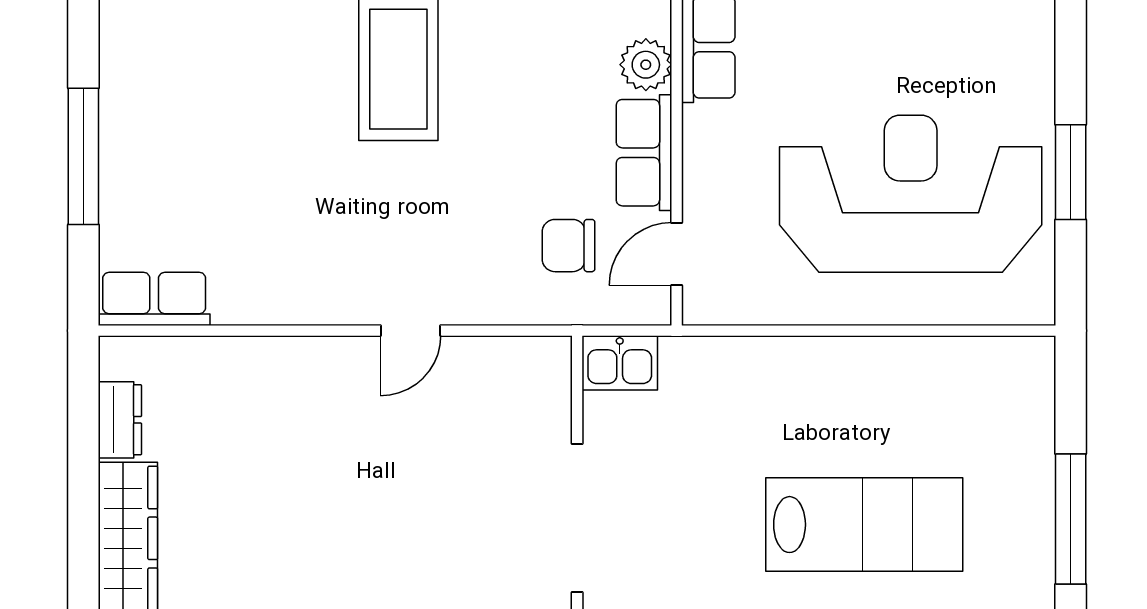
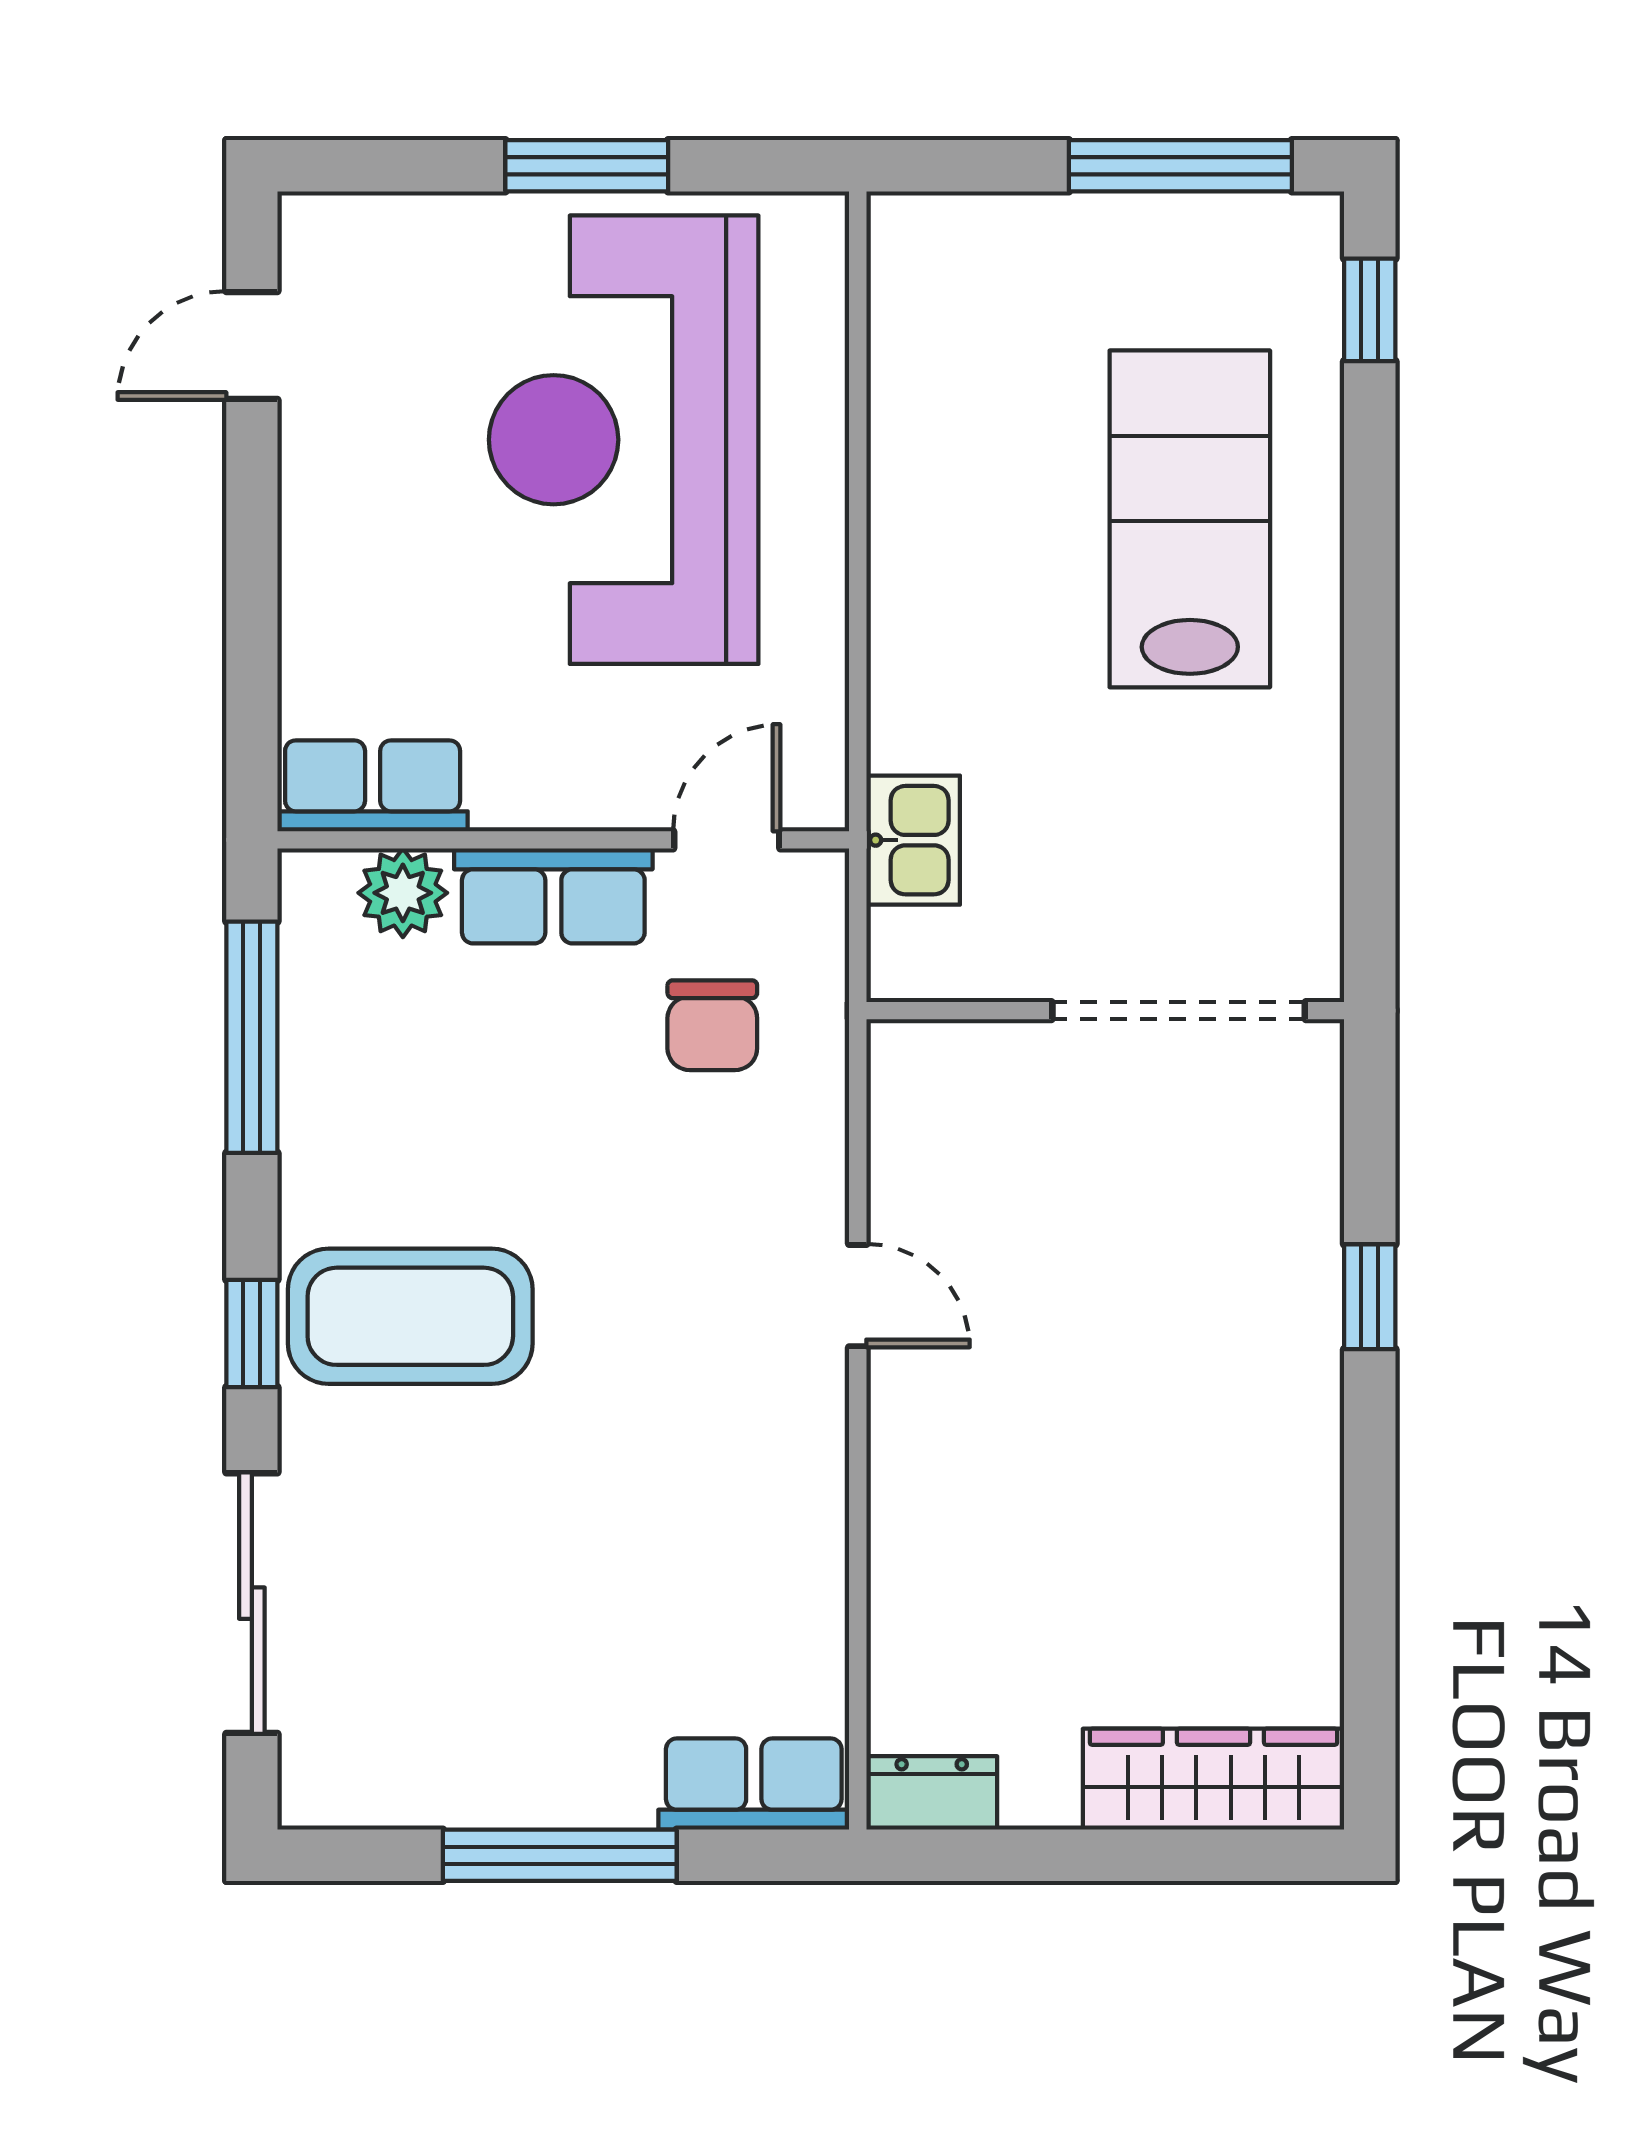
door: (677, 254) -> (727, 840), swing flipped
row of seats: (154, 299) -> (754, 1784), moved, turned 90
kitchen sink: (620, 363) -> (913, 840), moved
dresser: (120, 420) -> (932, 1793), moved

